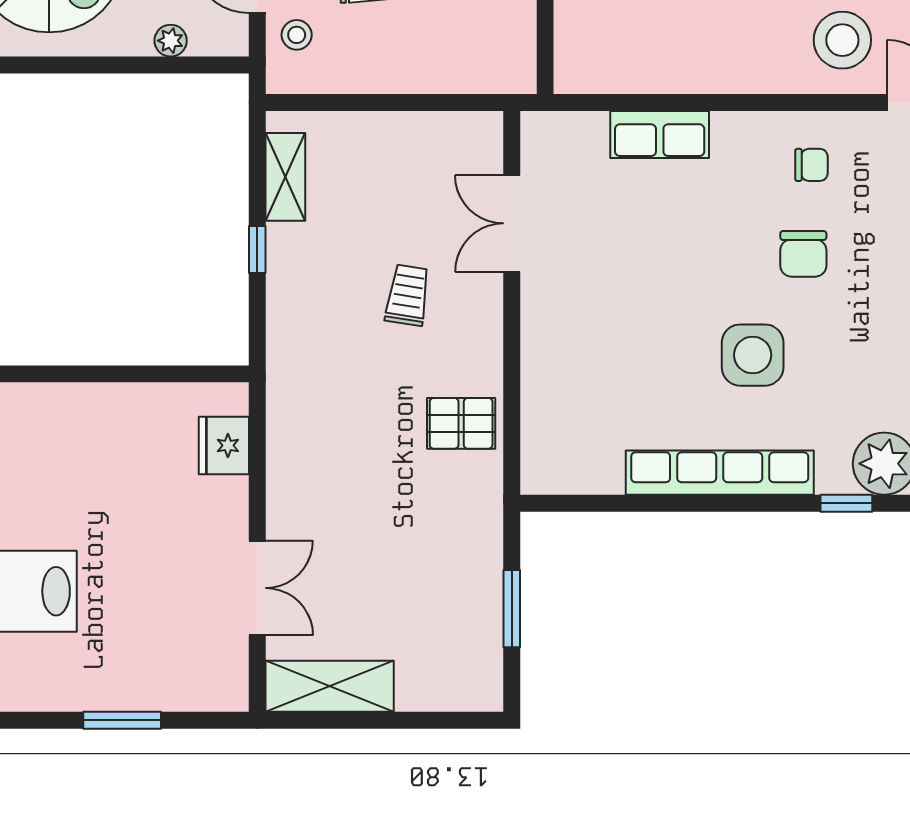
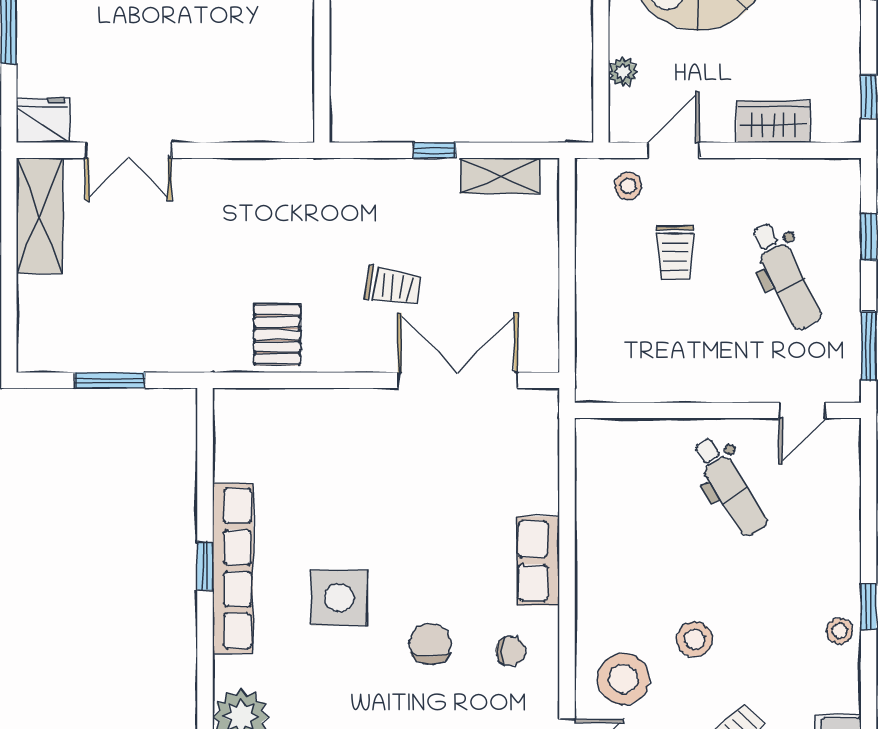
row of seats: (660, 135) -> (538, 561), moved
chair: (811, 165) -> (511, 651), turned -90
double door: (512, 223) -> (458, 380), width x1.37
chair: (803, 254) -> (430, 644), turned 90
fridge: (224, 445) -> (43, 120), moved
window: (846, 503) -> (205, 566), moved

